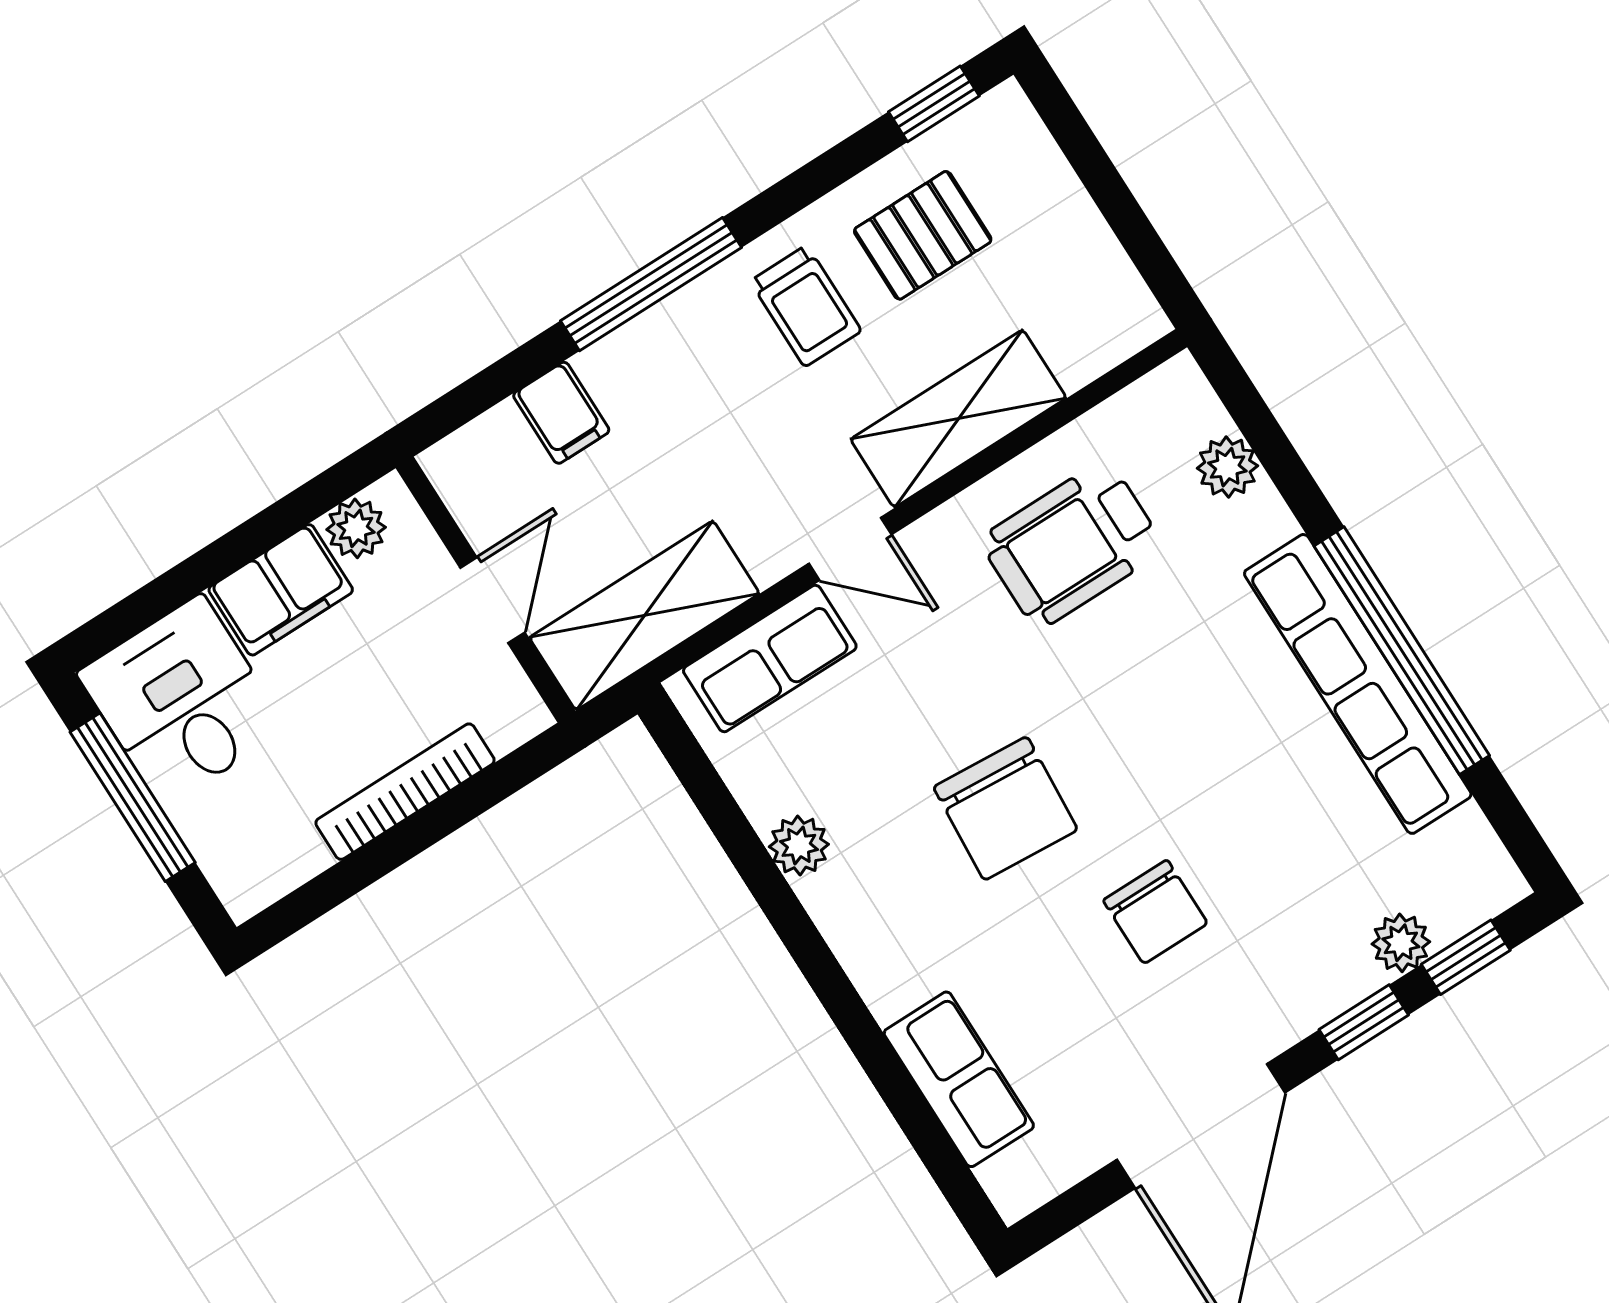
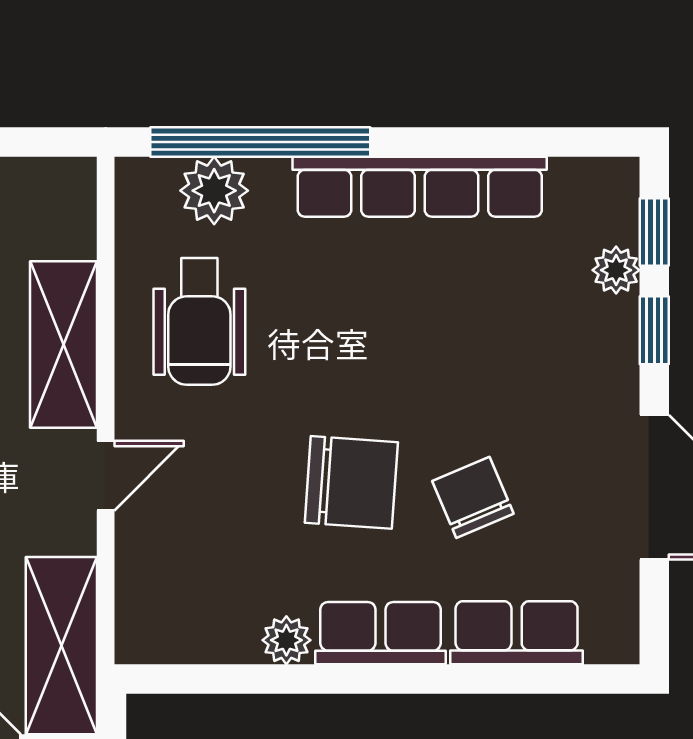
plant: (1227, 467) -> (214, 191), width x1.38, depth x1.38
window: (1402, 651) -> (260, 142), moved
row of seats: (770, 658) -> (381, 633), moved, turned -90
chair: (1155, 912) -> (473, 497), moved, turned -113

